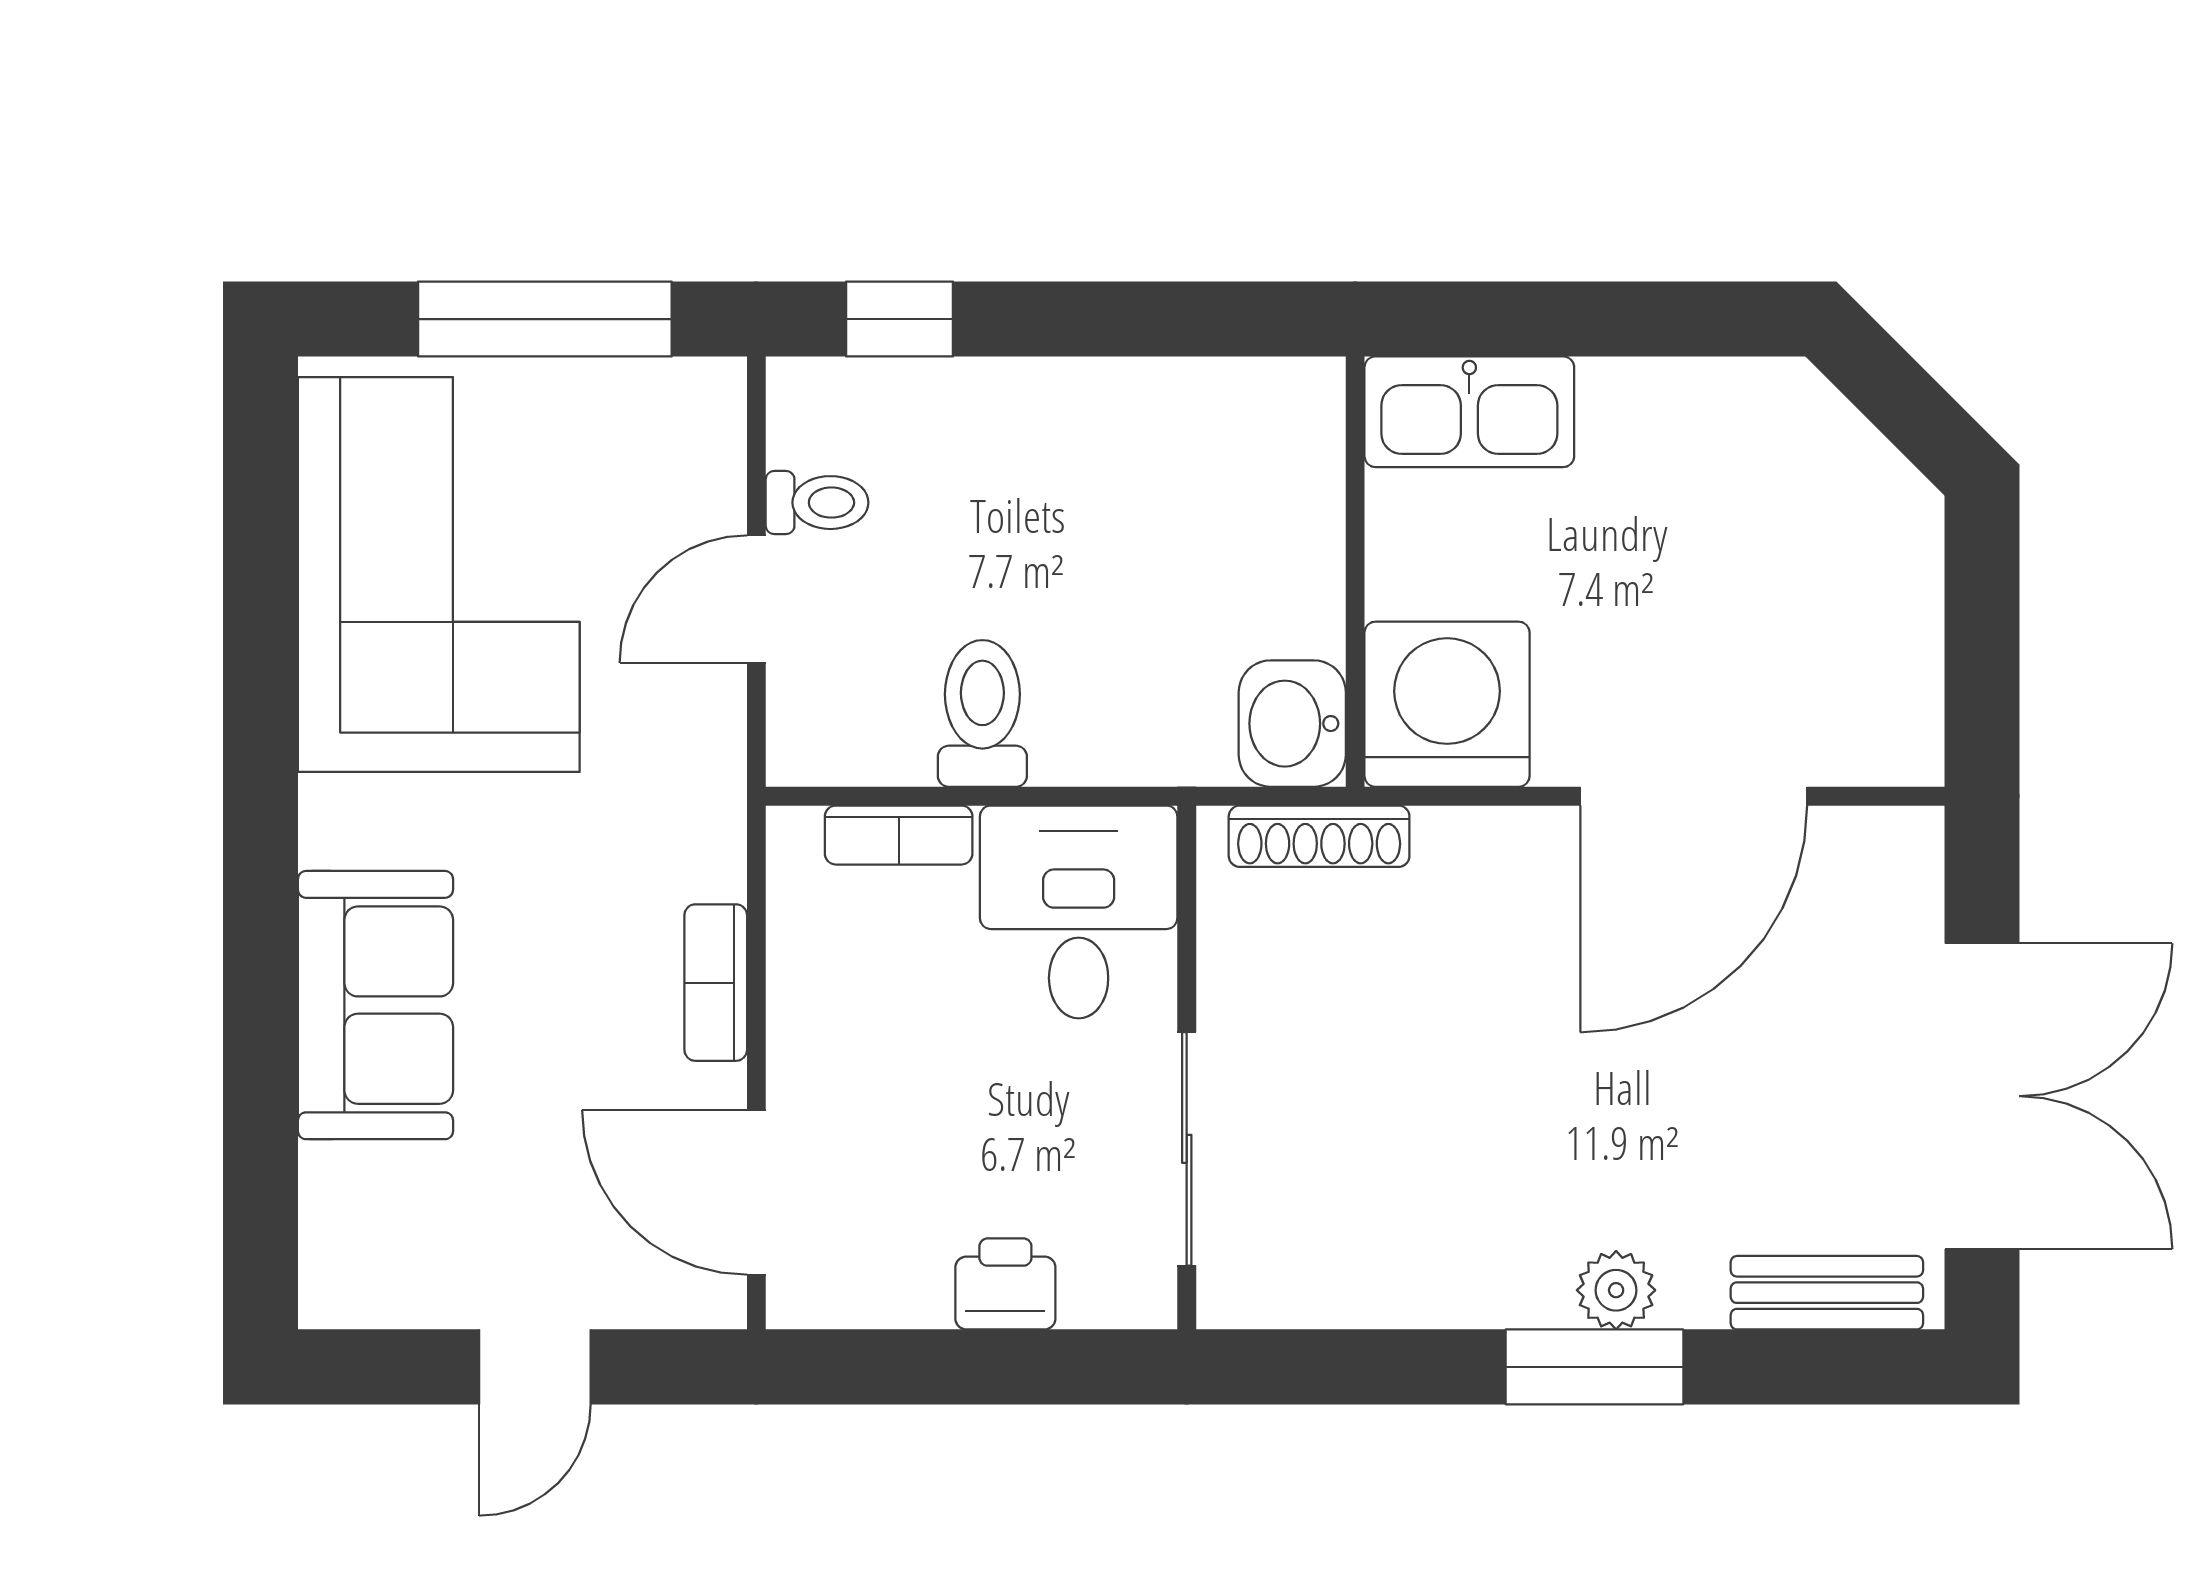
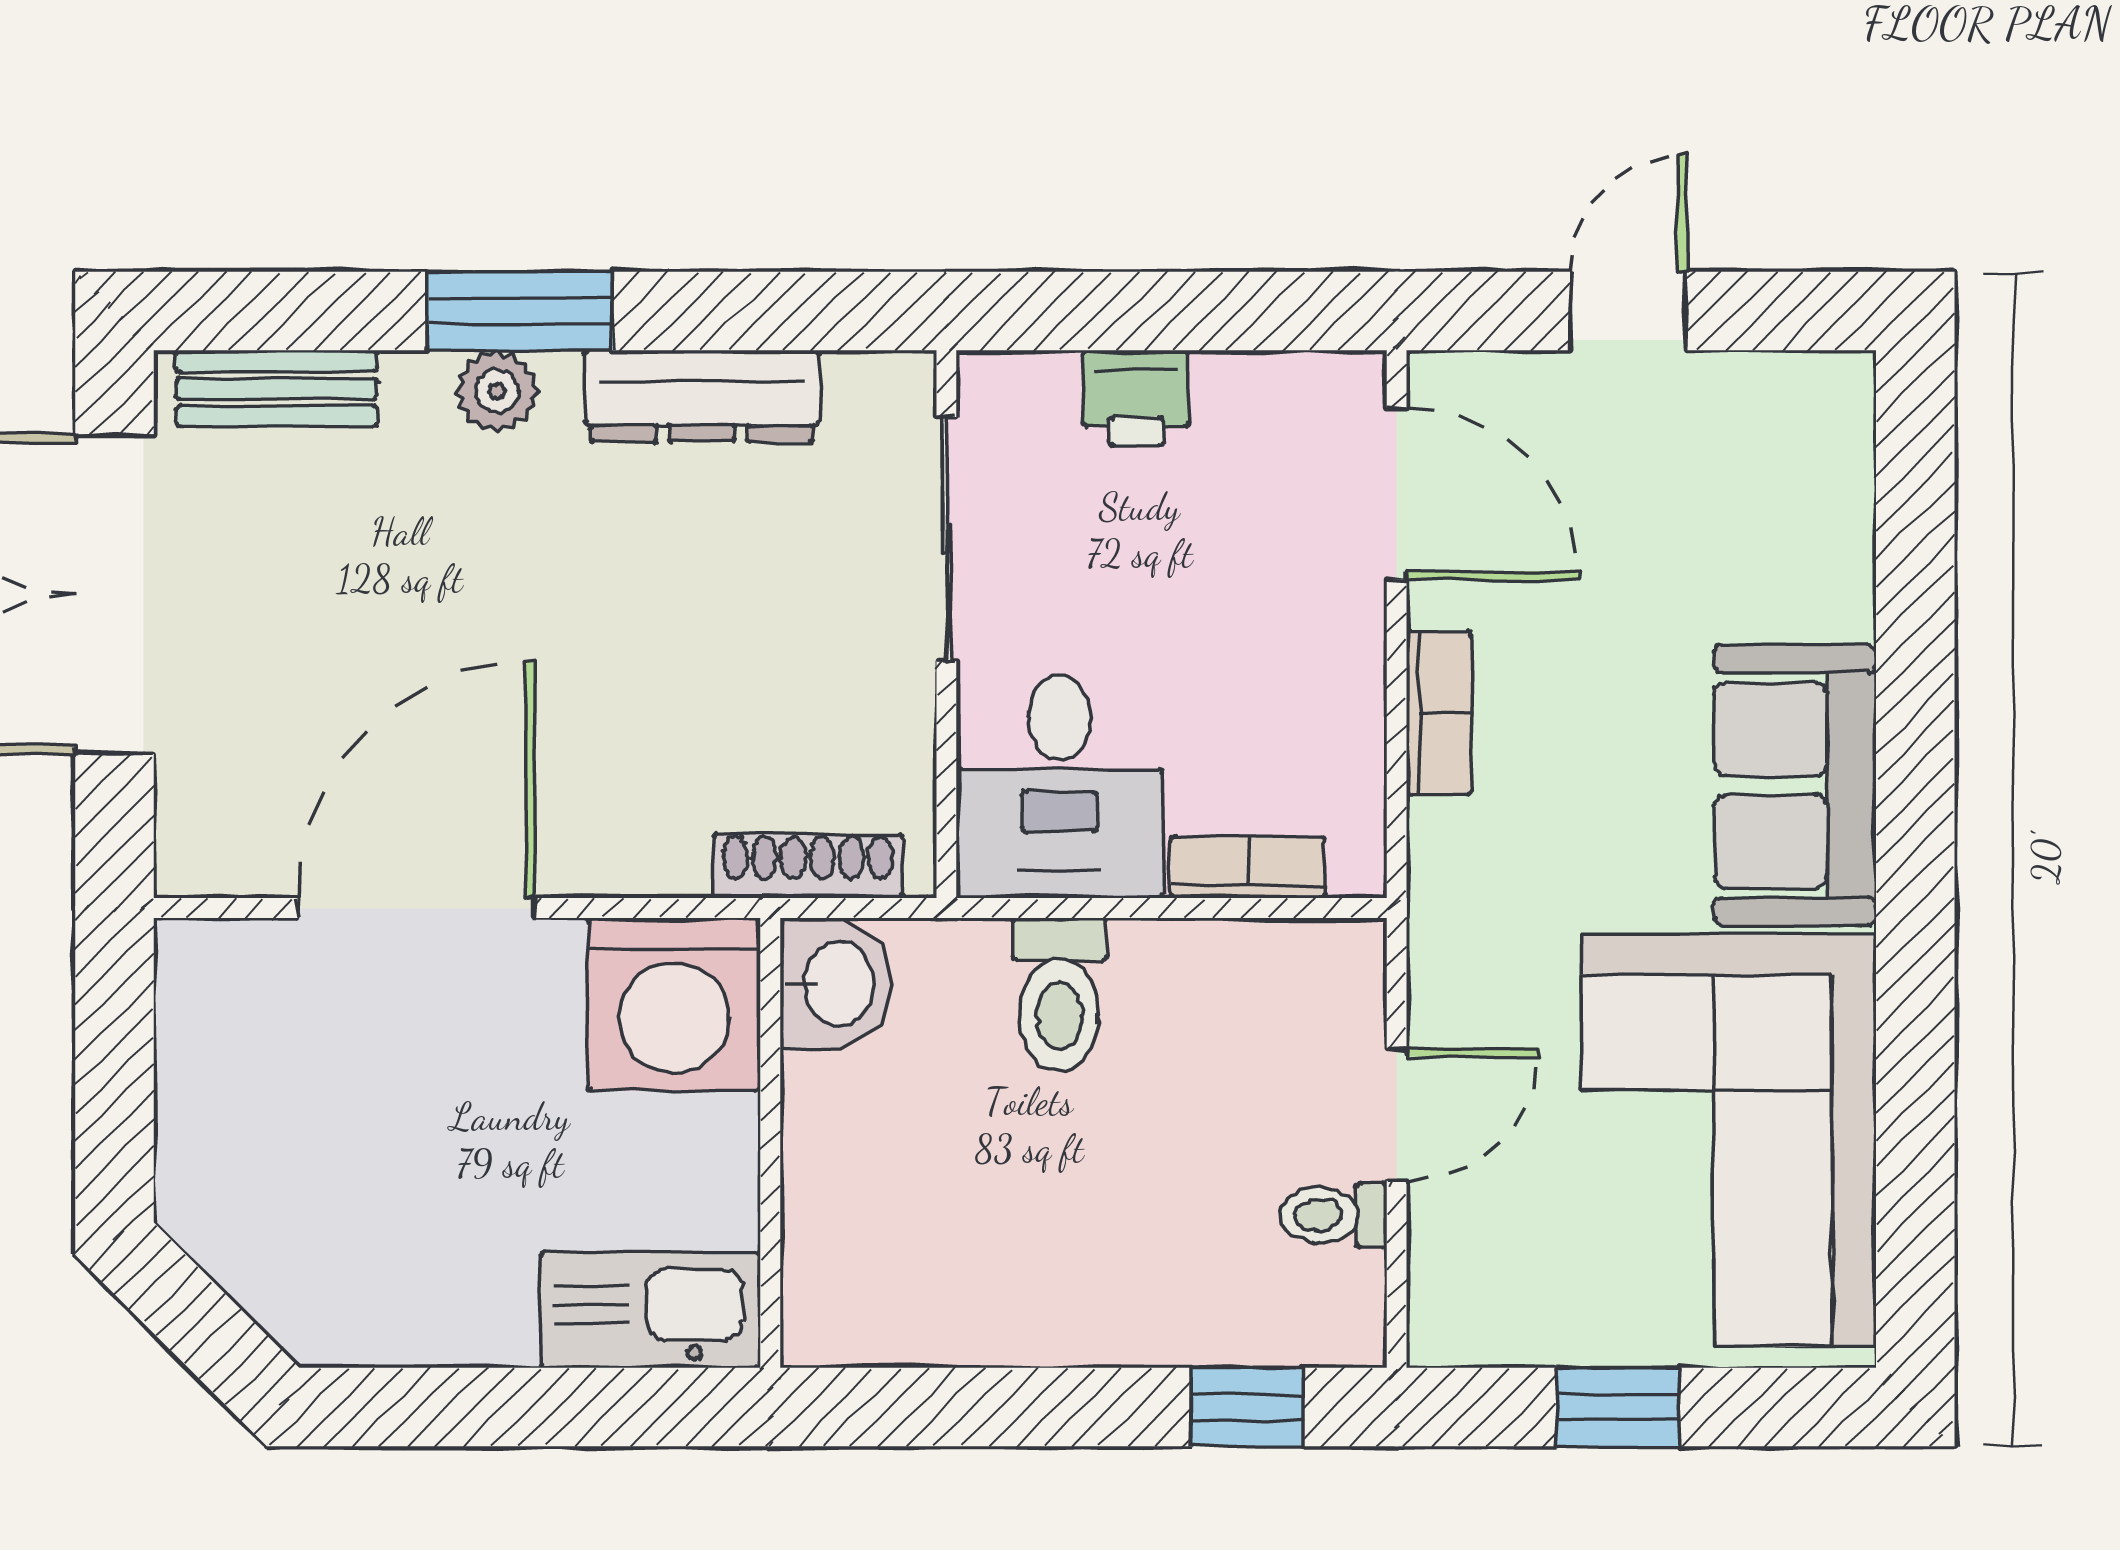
window: (545, 319) -> (1618, 1407), width x0.46
toilet: (982, 713) -> (1059, 995), moved
sofa: (375, 1005) -> (1795, 785), moved
dresser: (1421, 1286) -> (702, 396), added

